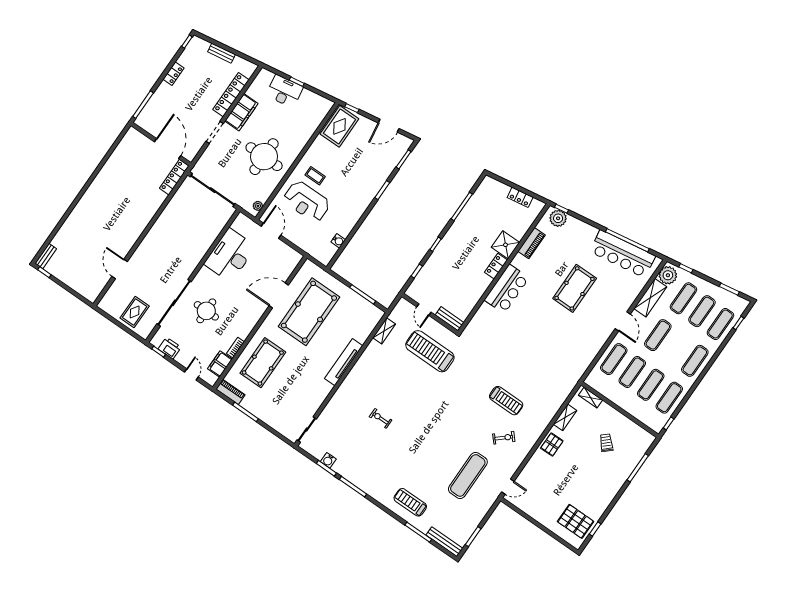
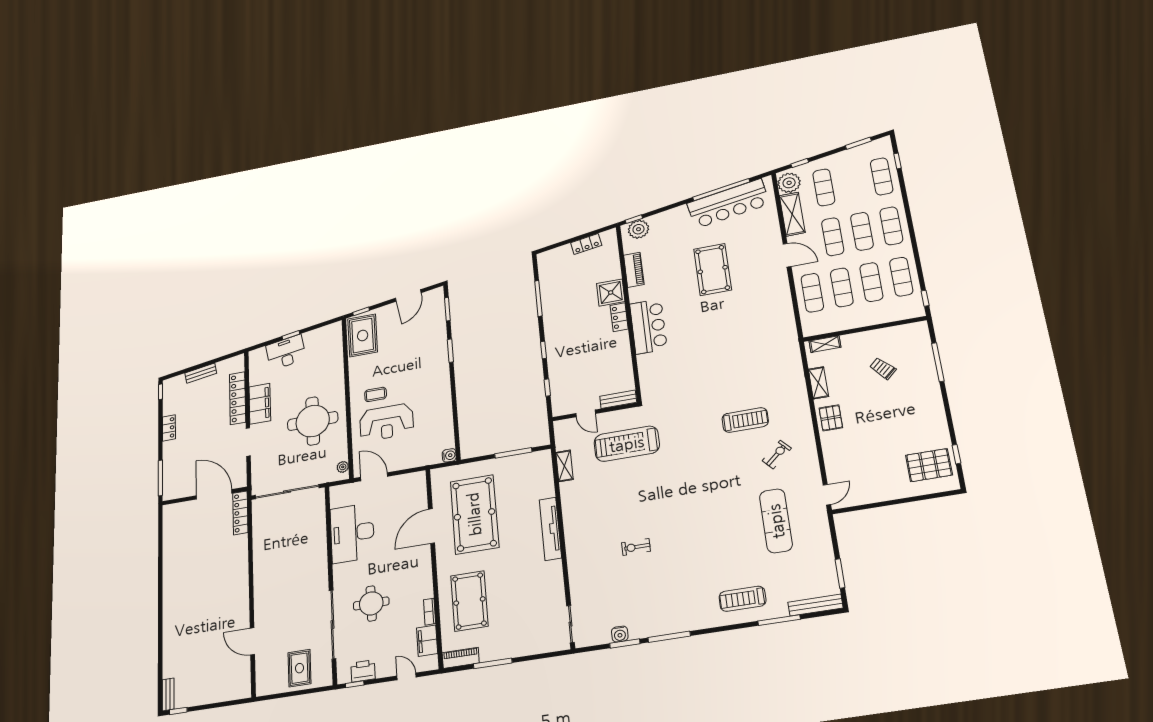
water cooler: (338, 241) -> (449, 455), moved
exercise mat: (702, 311) -> (862, 231), moved

